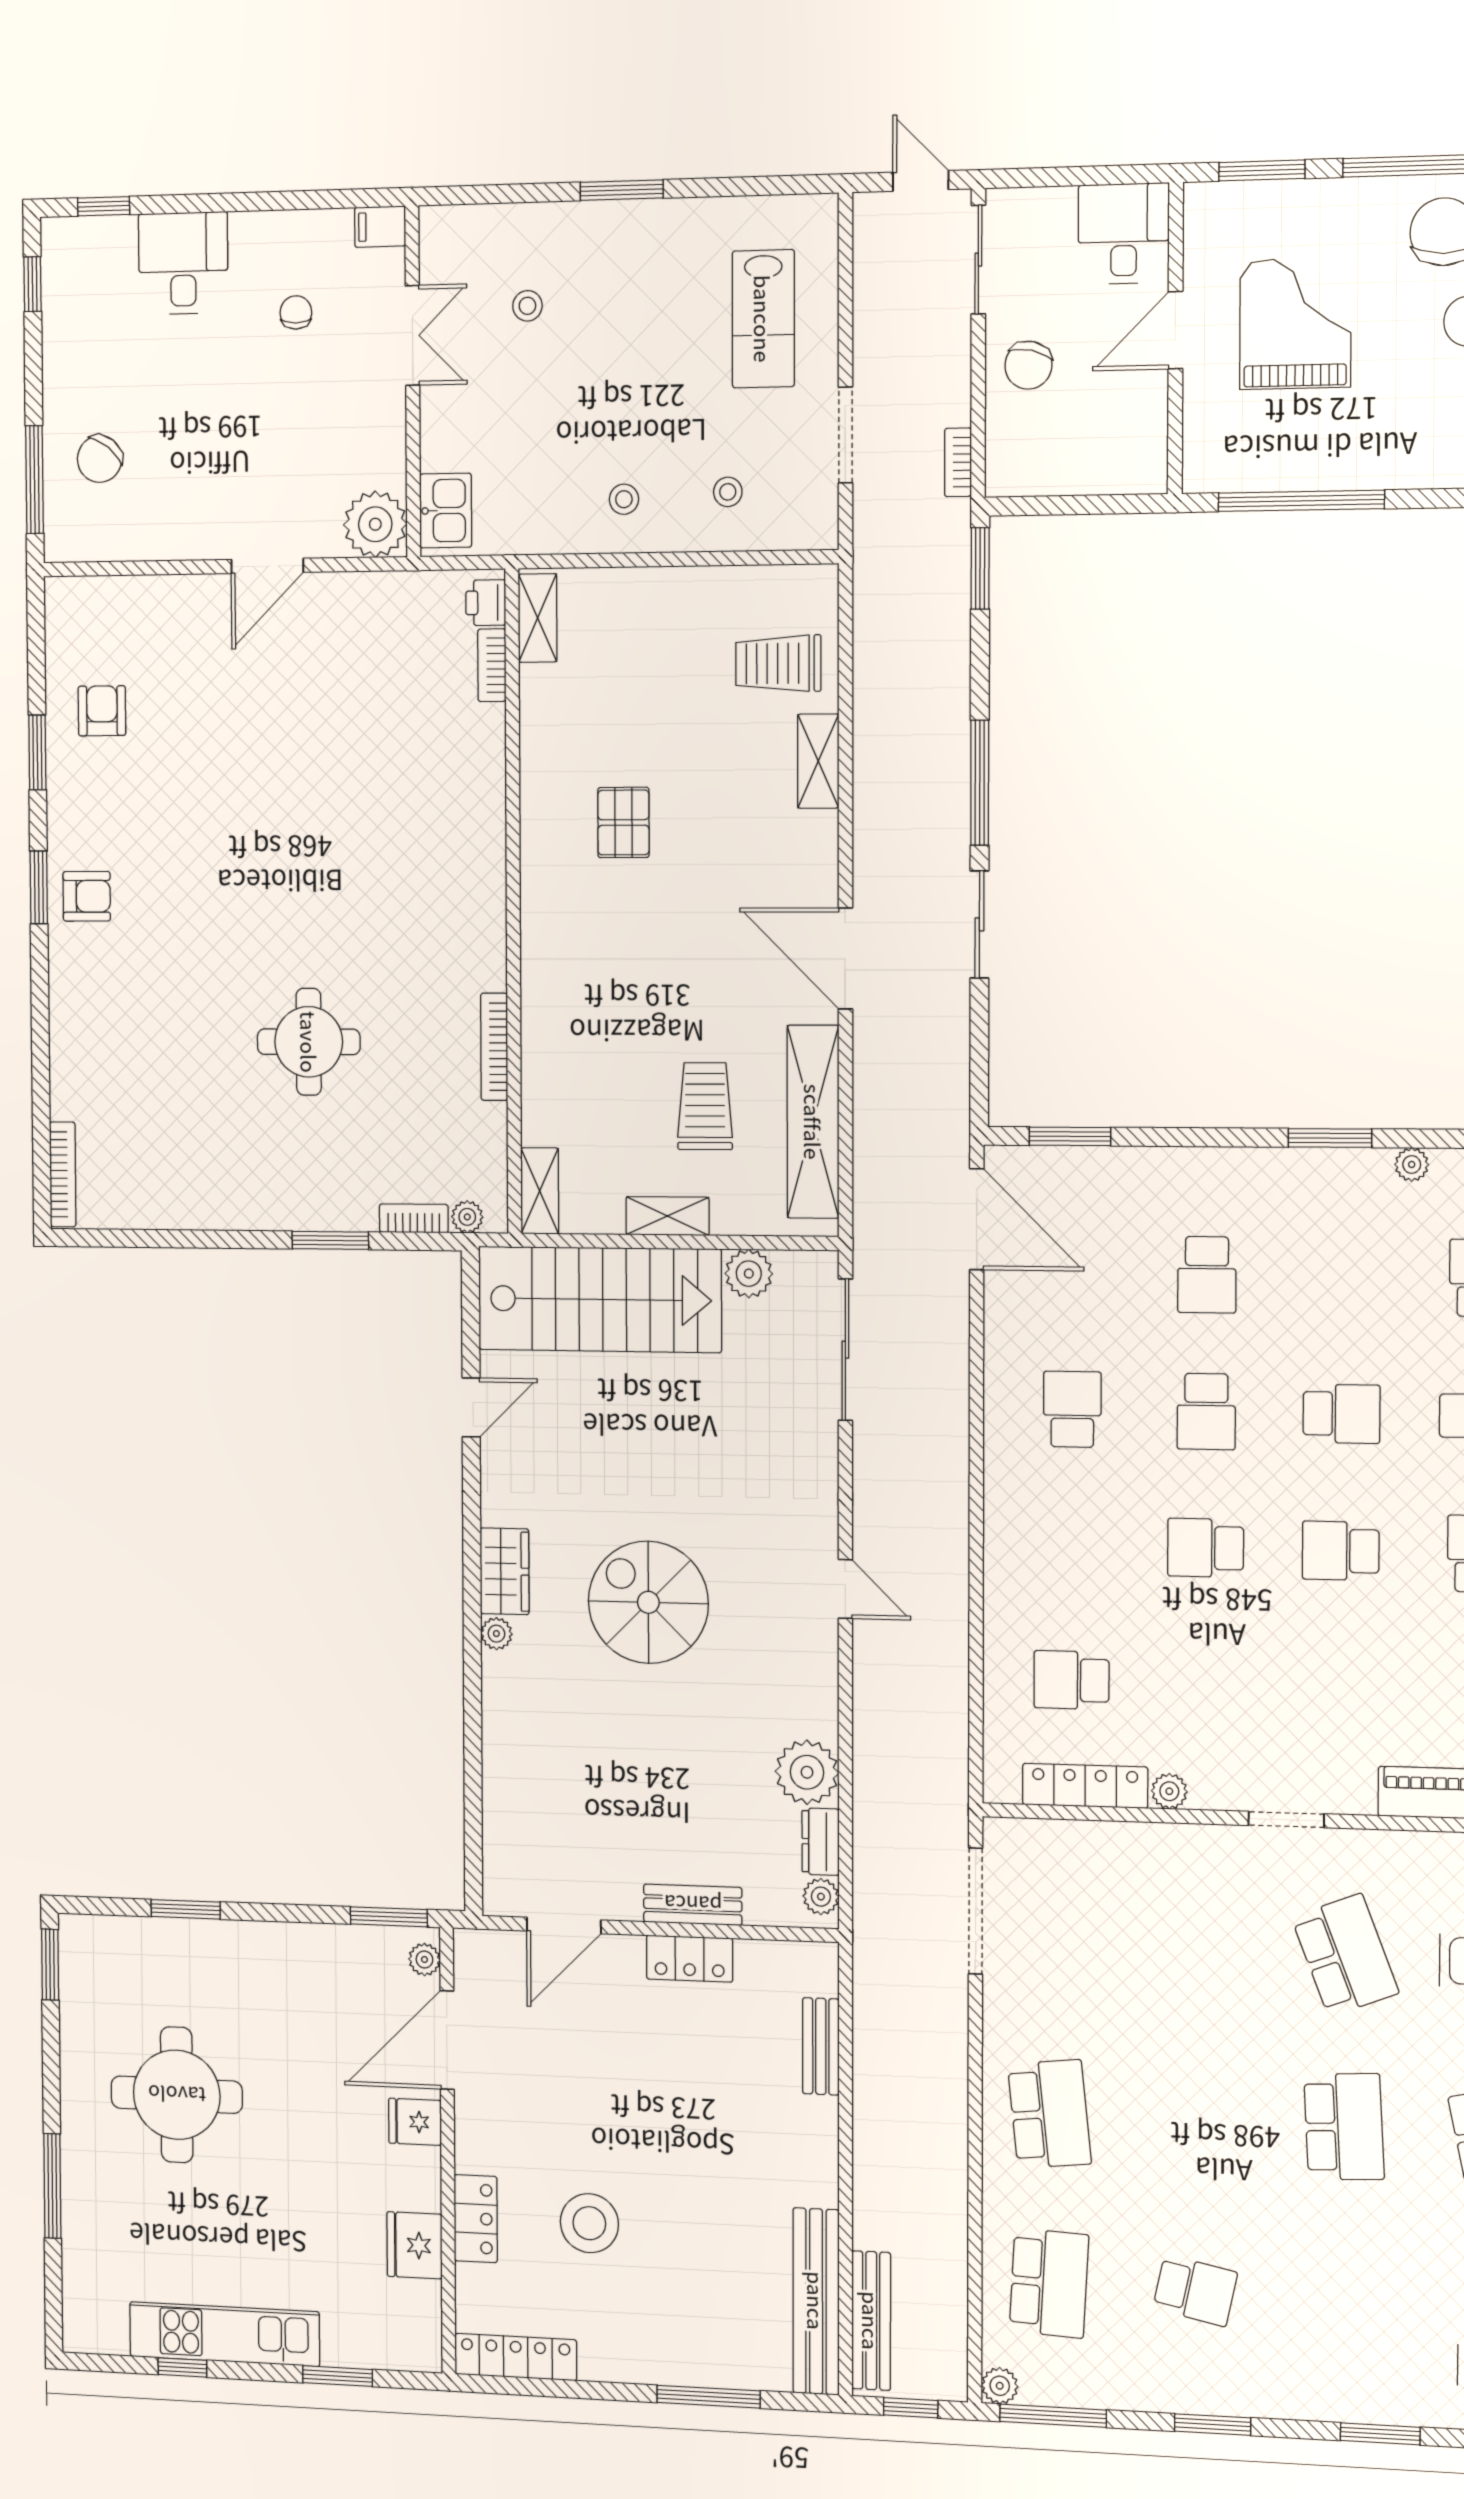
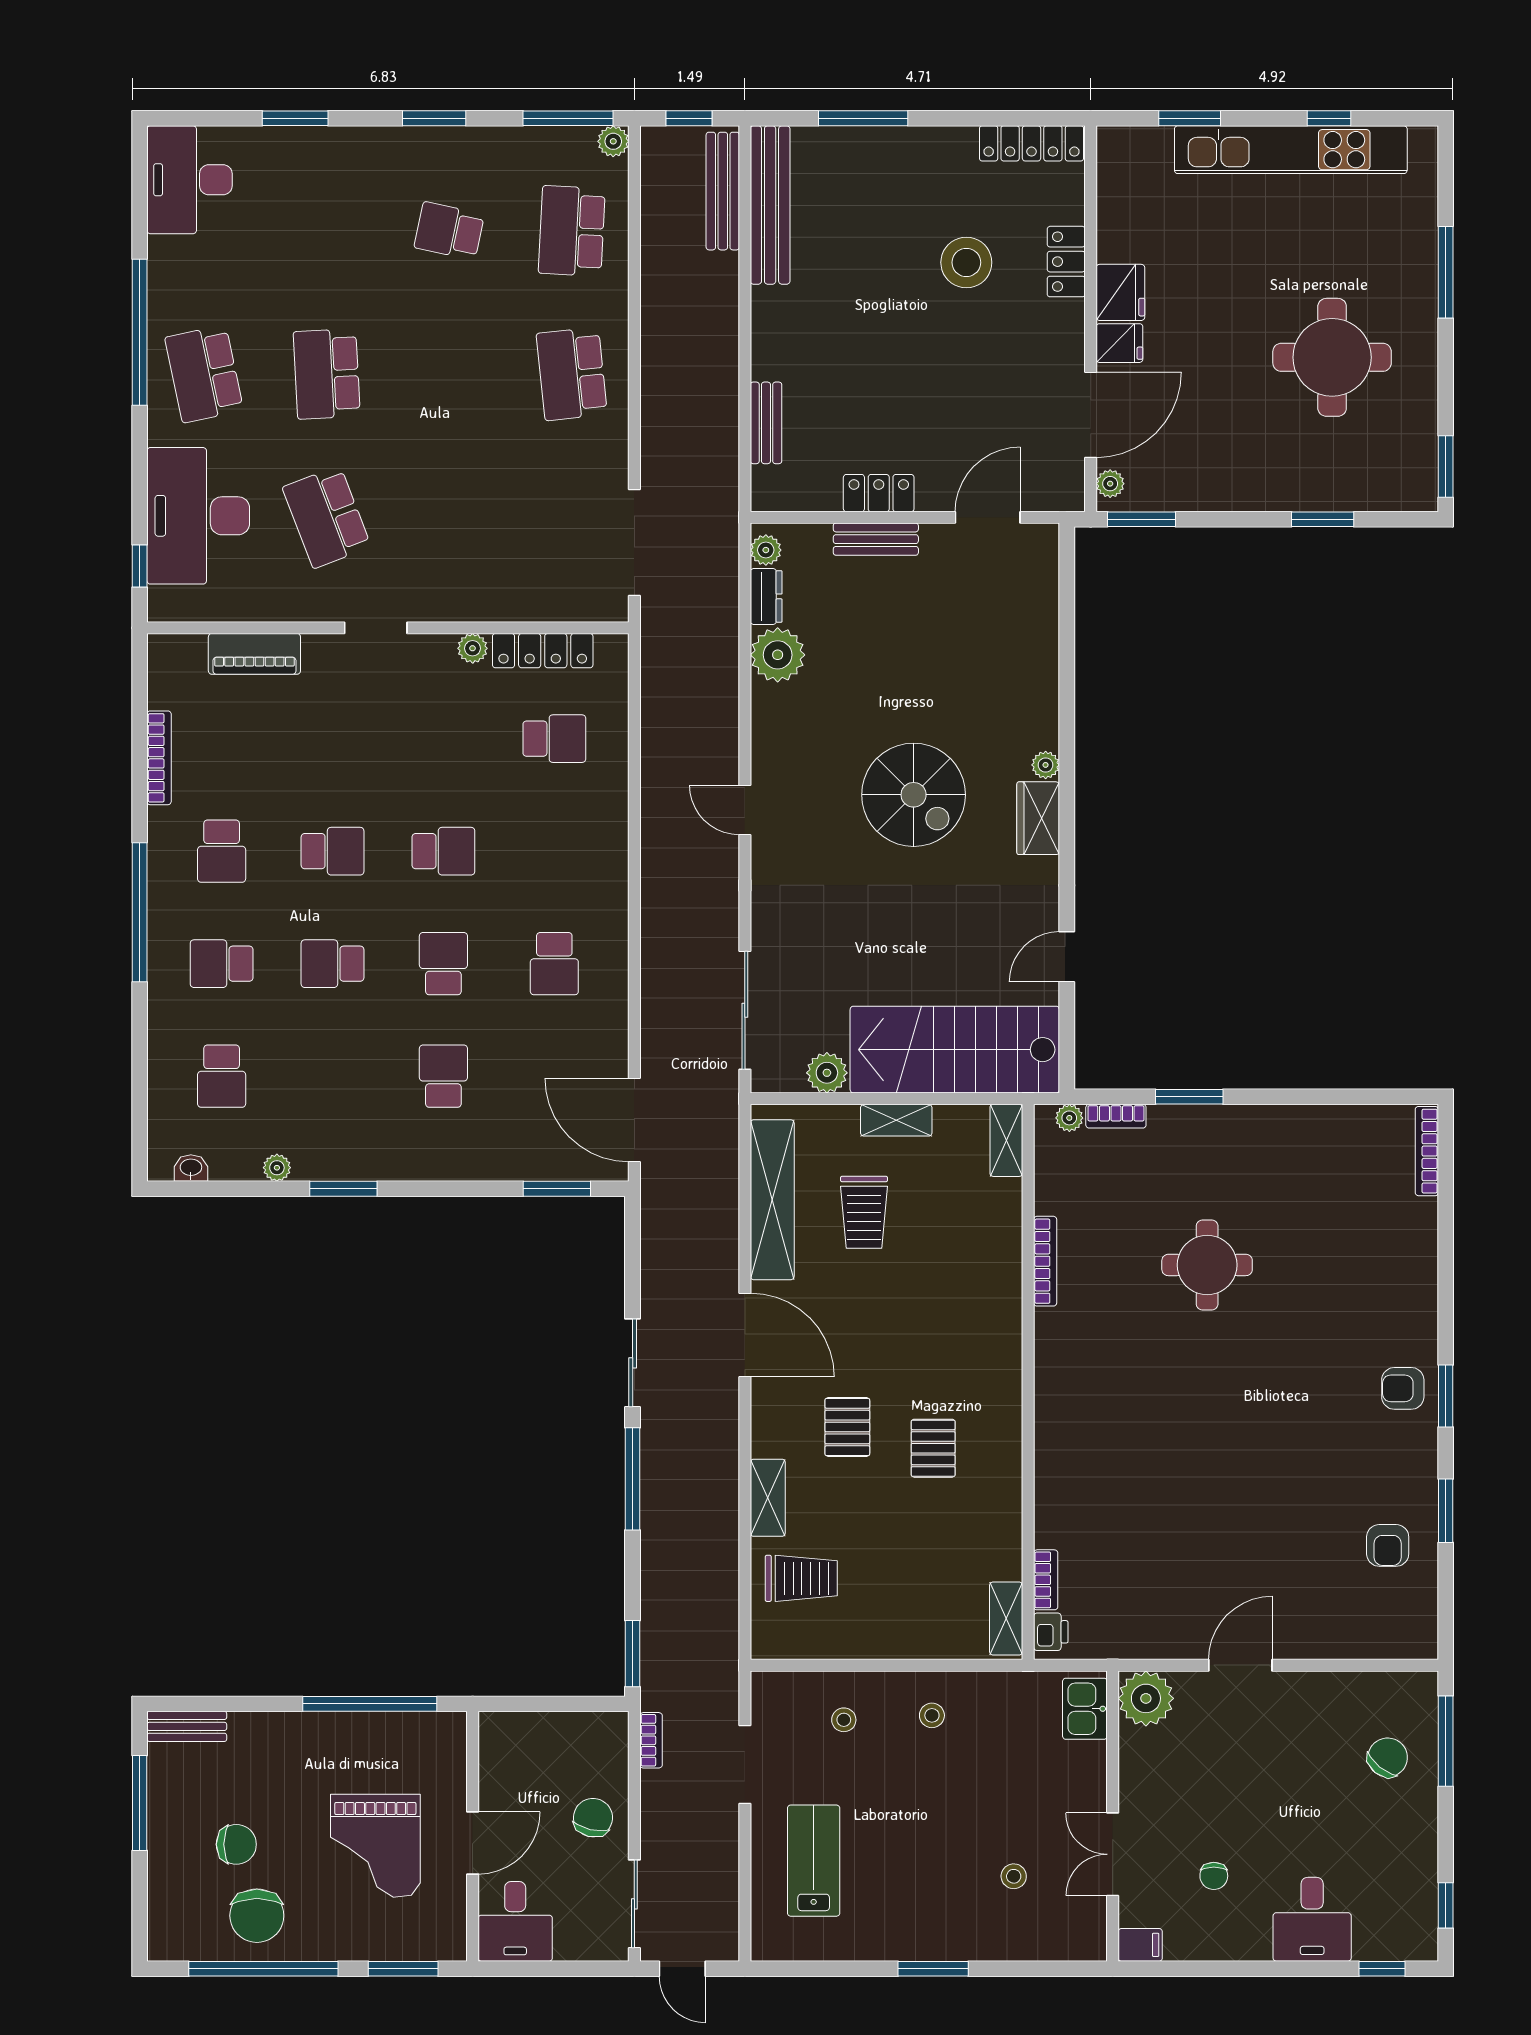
pallet: (724, 848) -> (847, 1427), added
fridge: (415, 2245) -> (1120, 292), moved
kitchen unit: (224, 2334) -> (1291, 150), width x1.36

